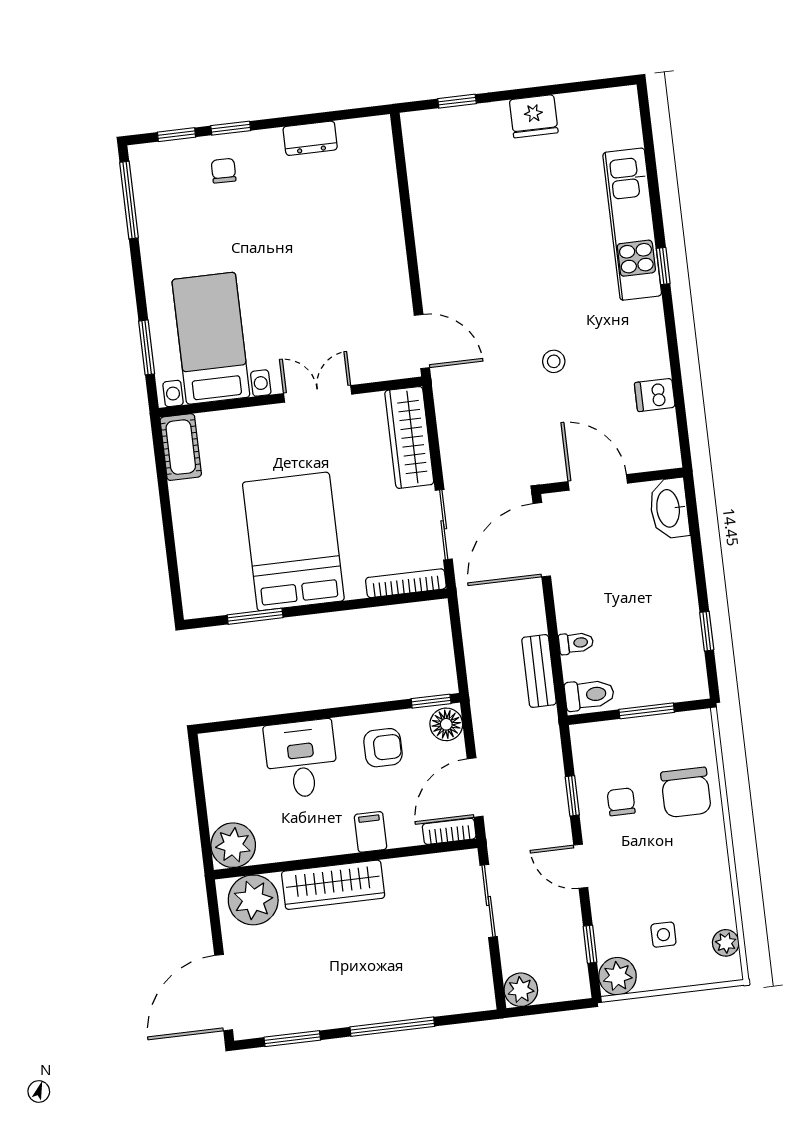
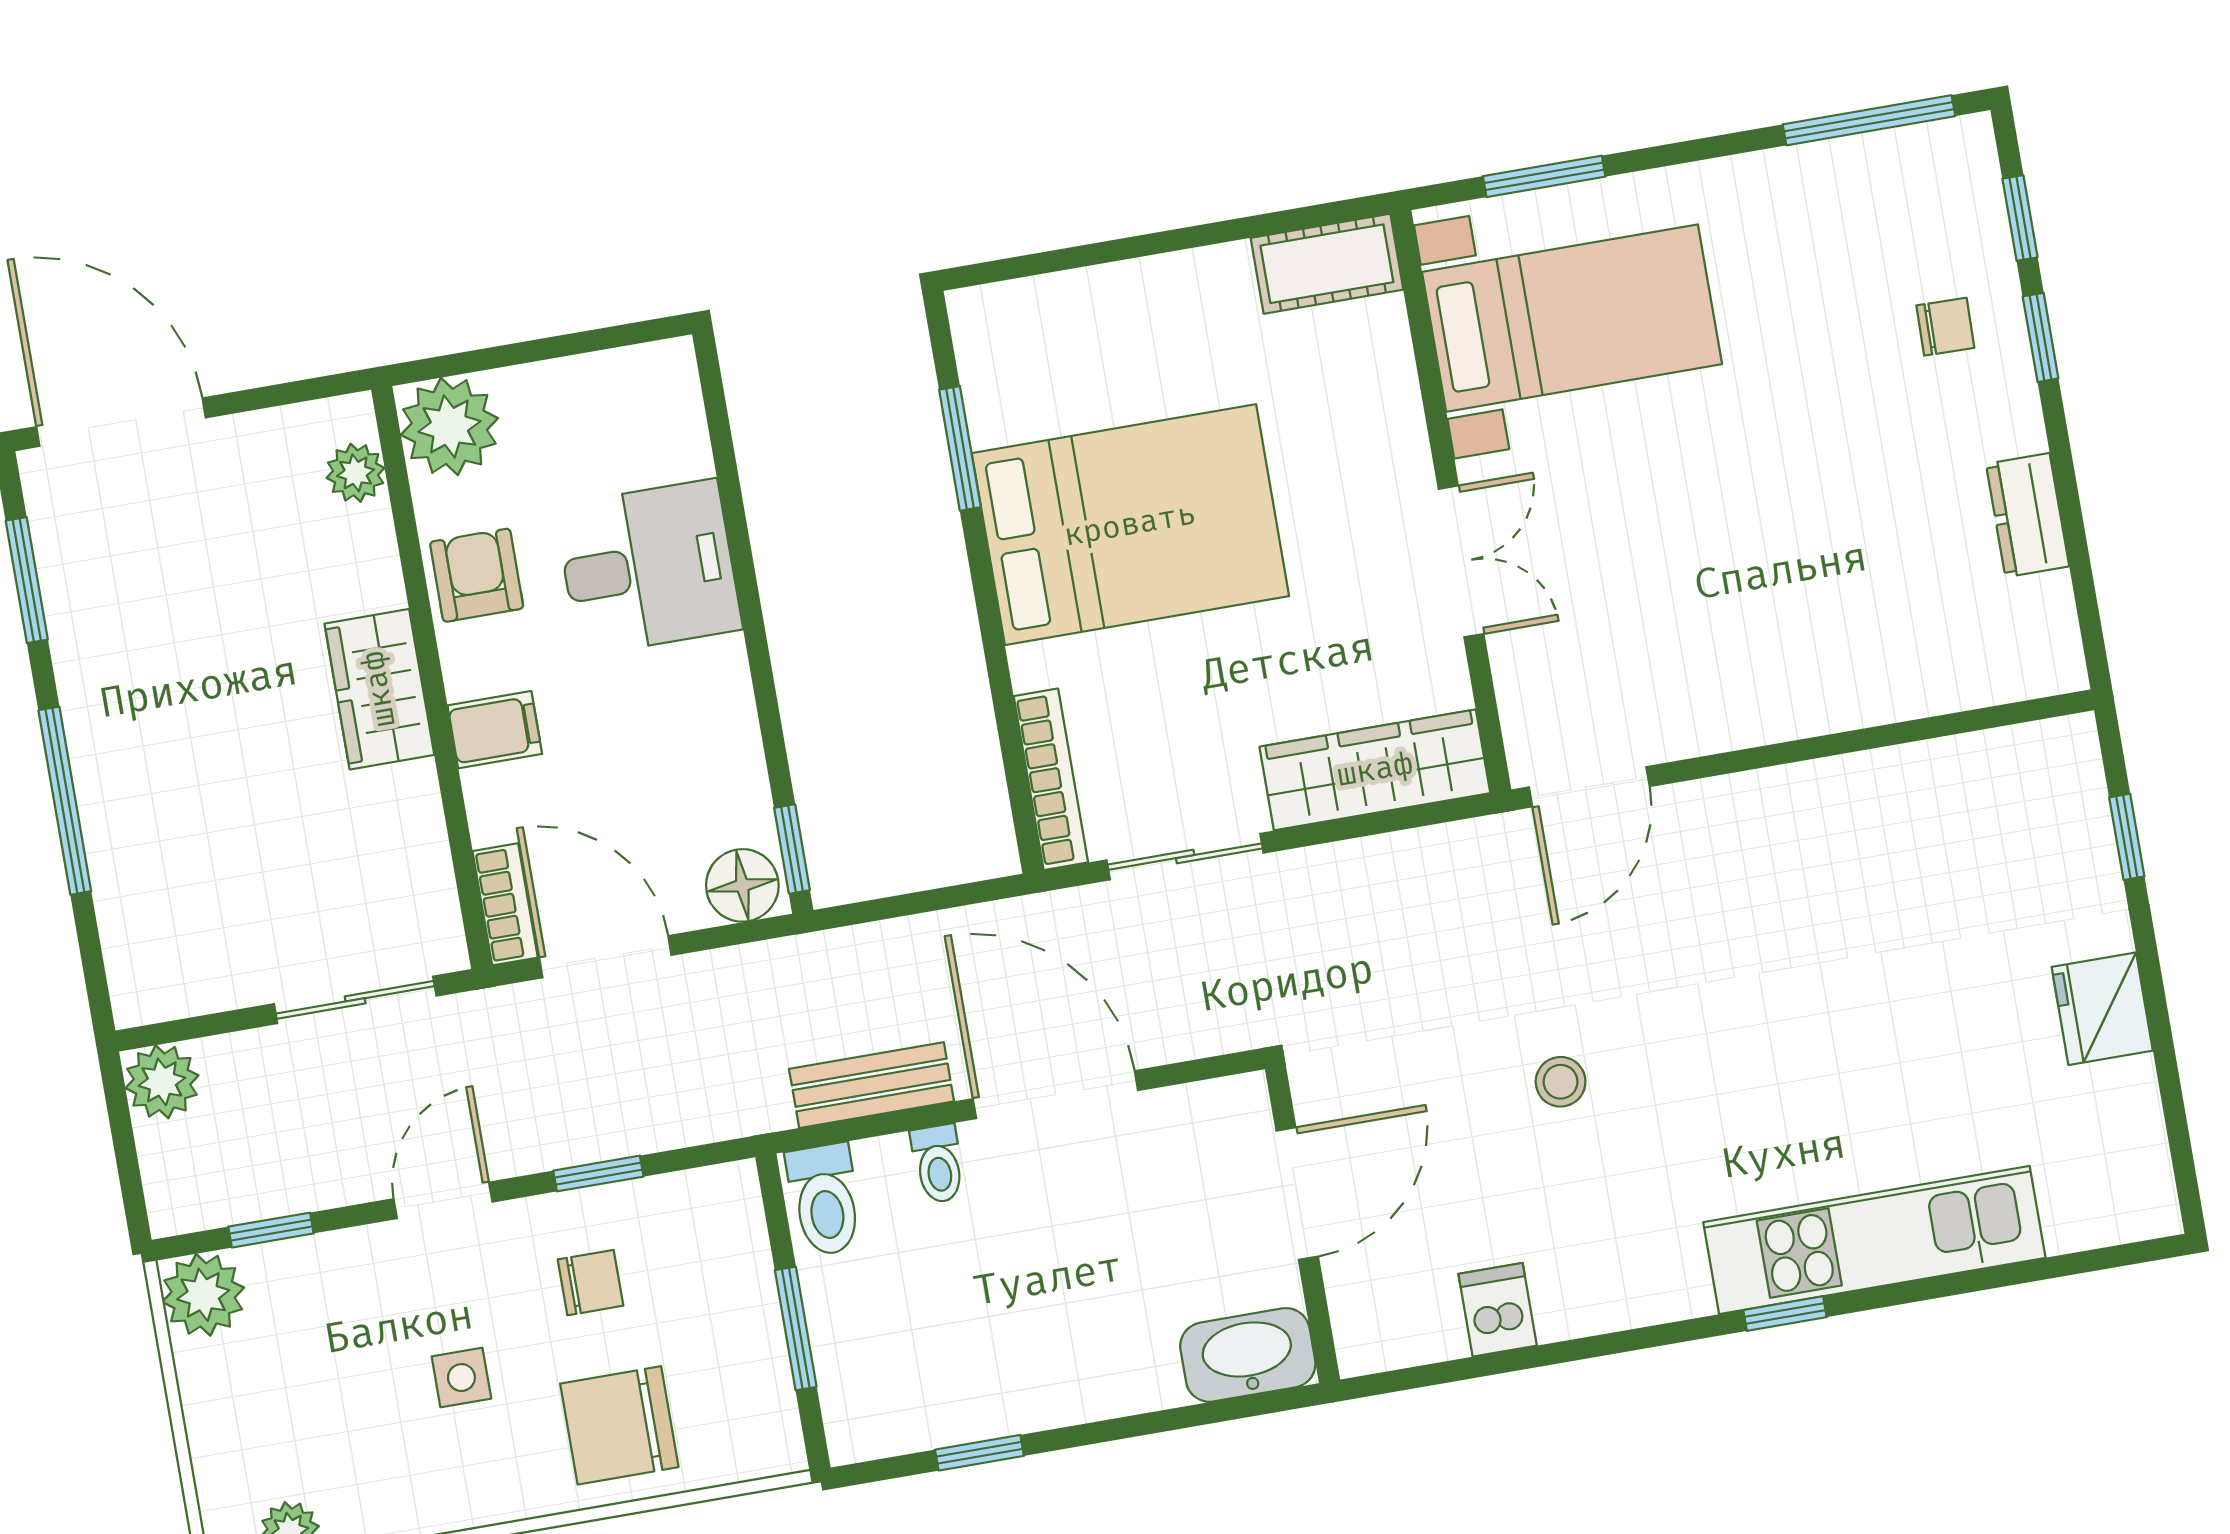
door: (542, 540) -> (1055, 1095), moved
armchair: (383, 748) -> (477, 575), moved, turned 180
wardrobe: (333, 885) -> (379, 689), width x0.67
plant: (253, 900) -> (356, 473), width x0.53, depth x0.53
side table: (663, 935) -> (461, 1378), moved

